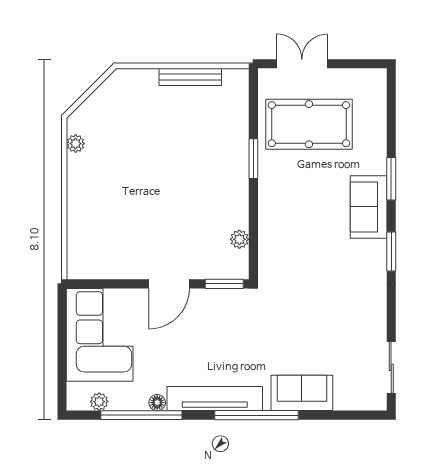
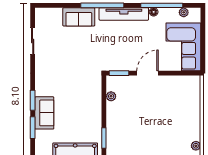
window: (391, 252) -> (33, 100), moved
sliding door: (391, 367) -> (33, 41), moved

